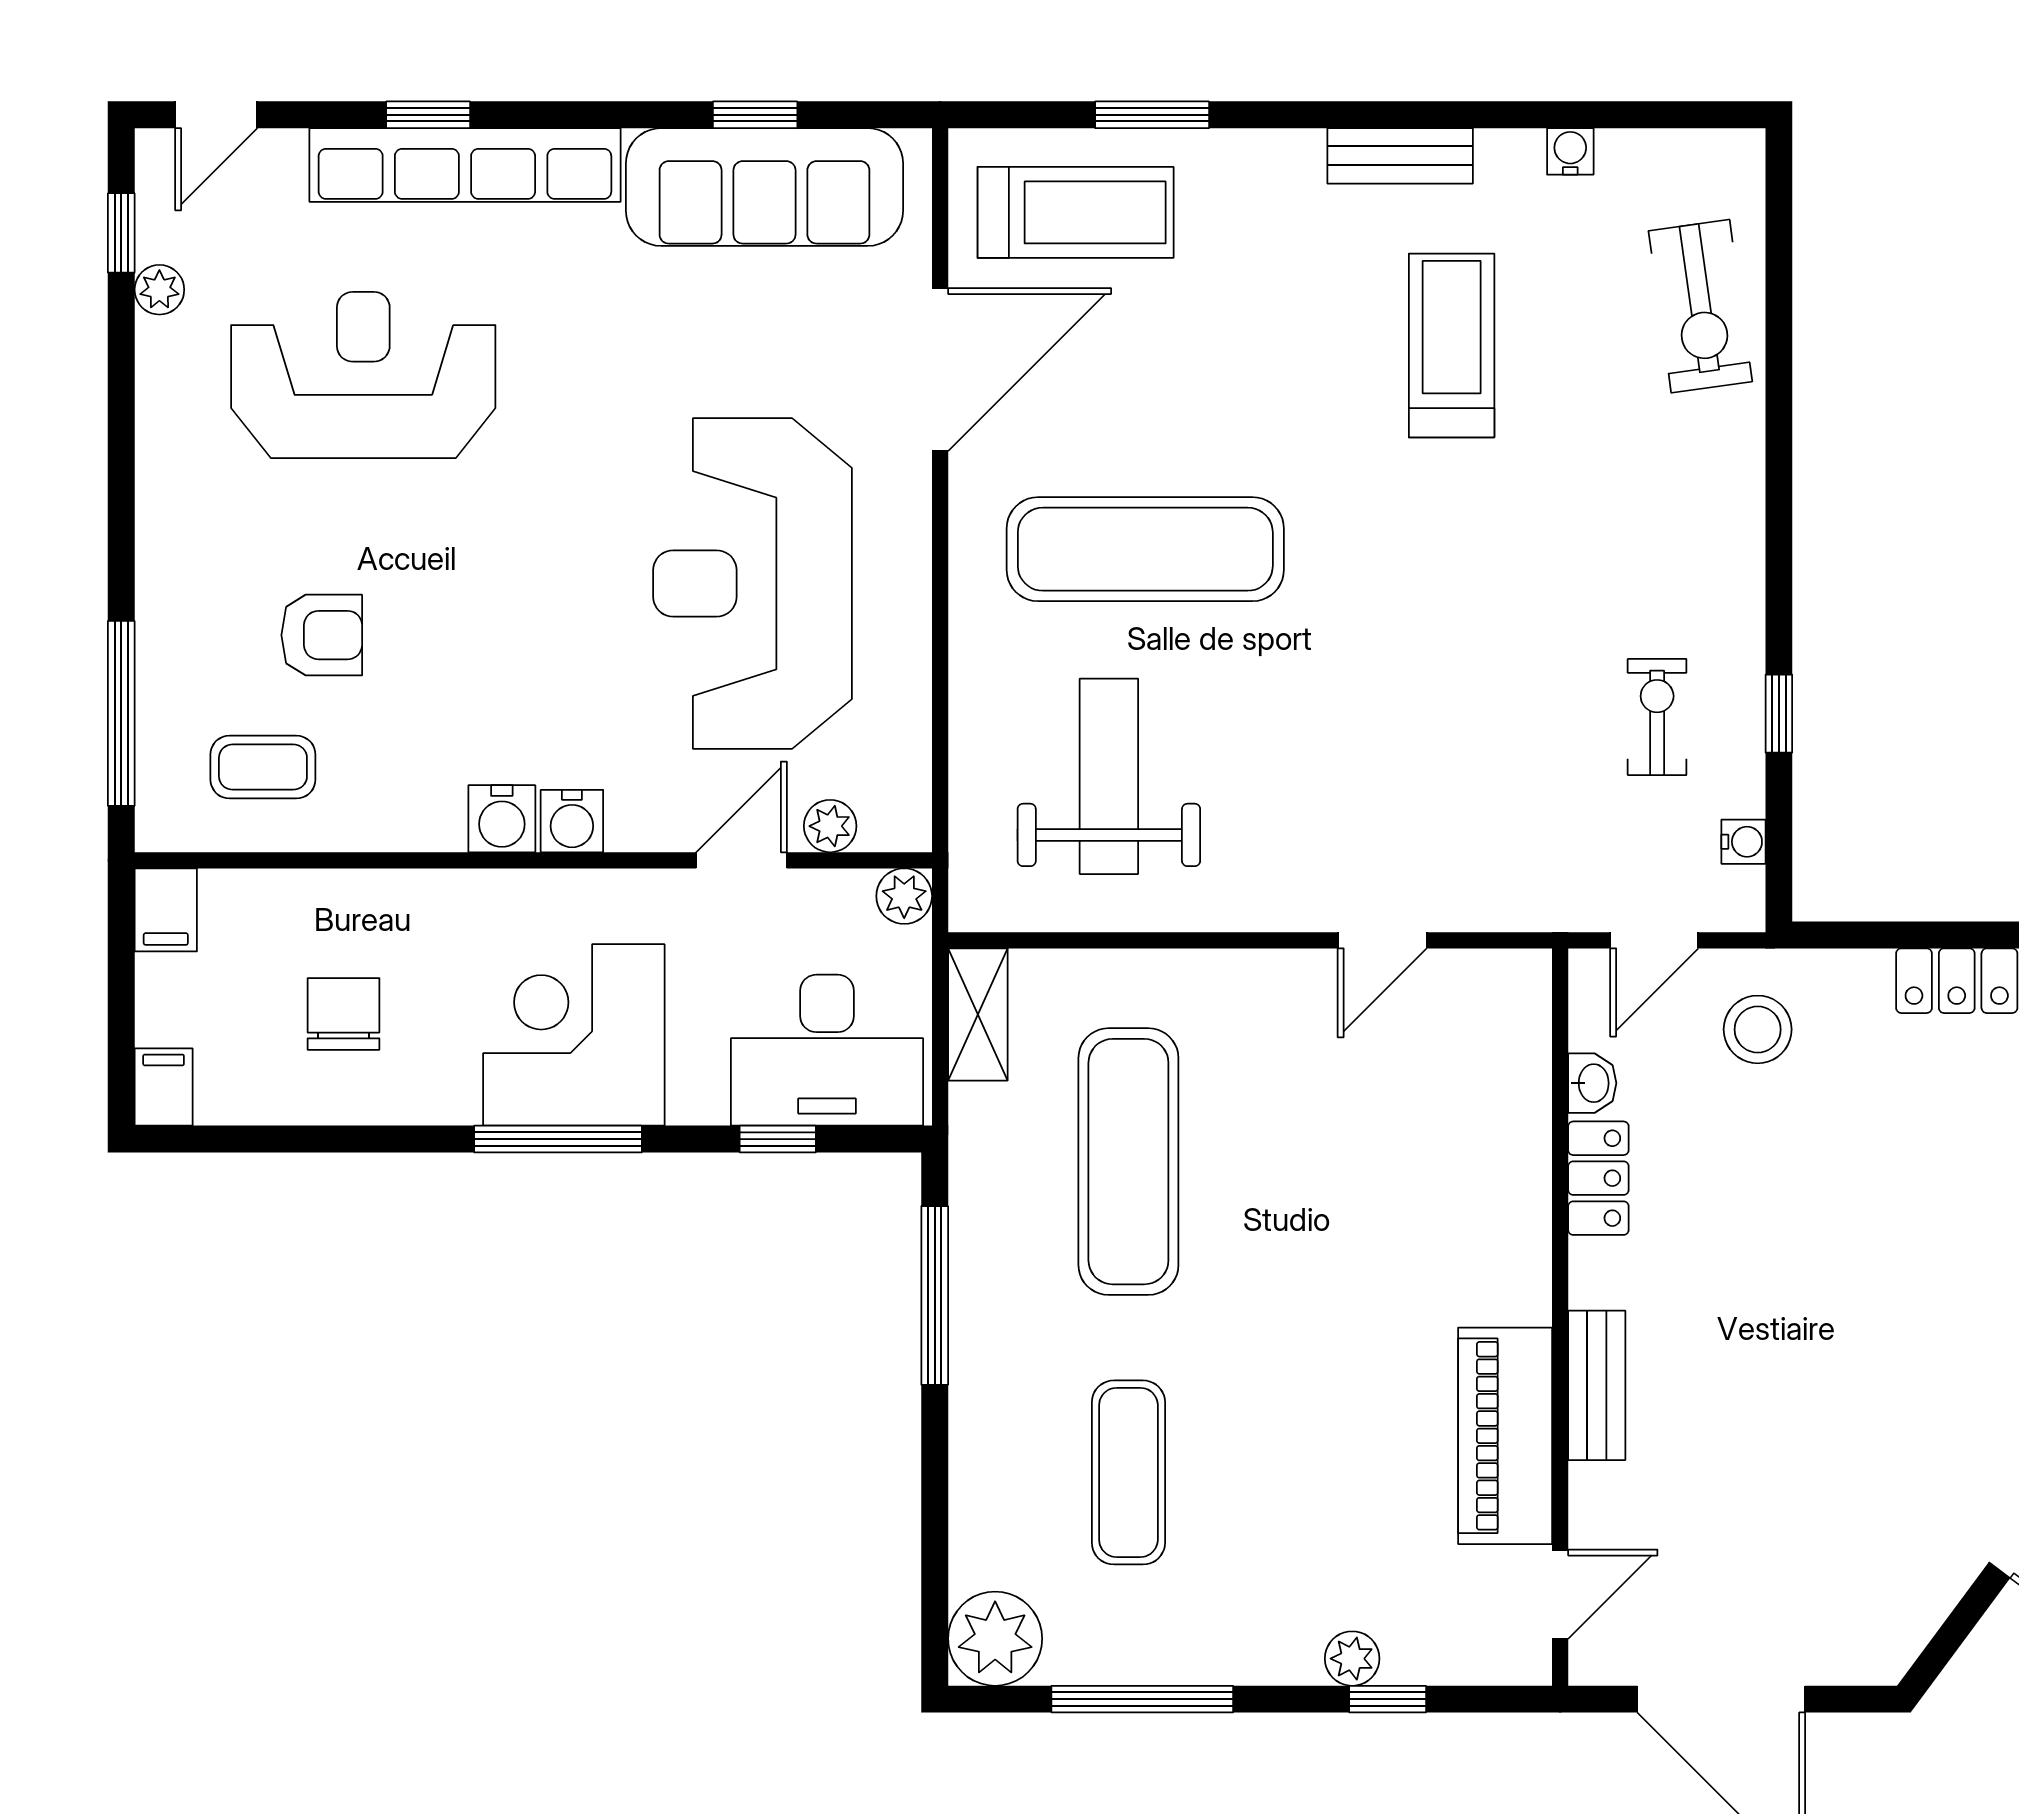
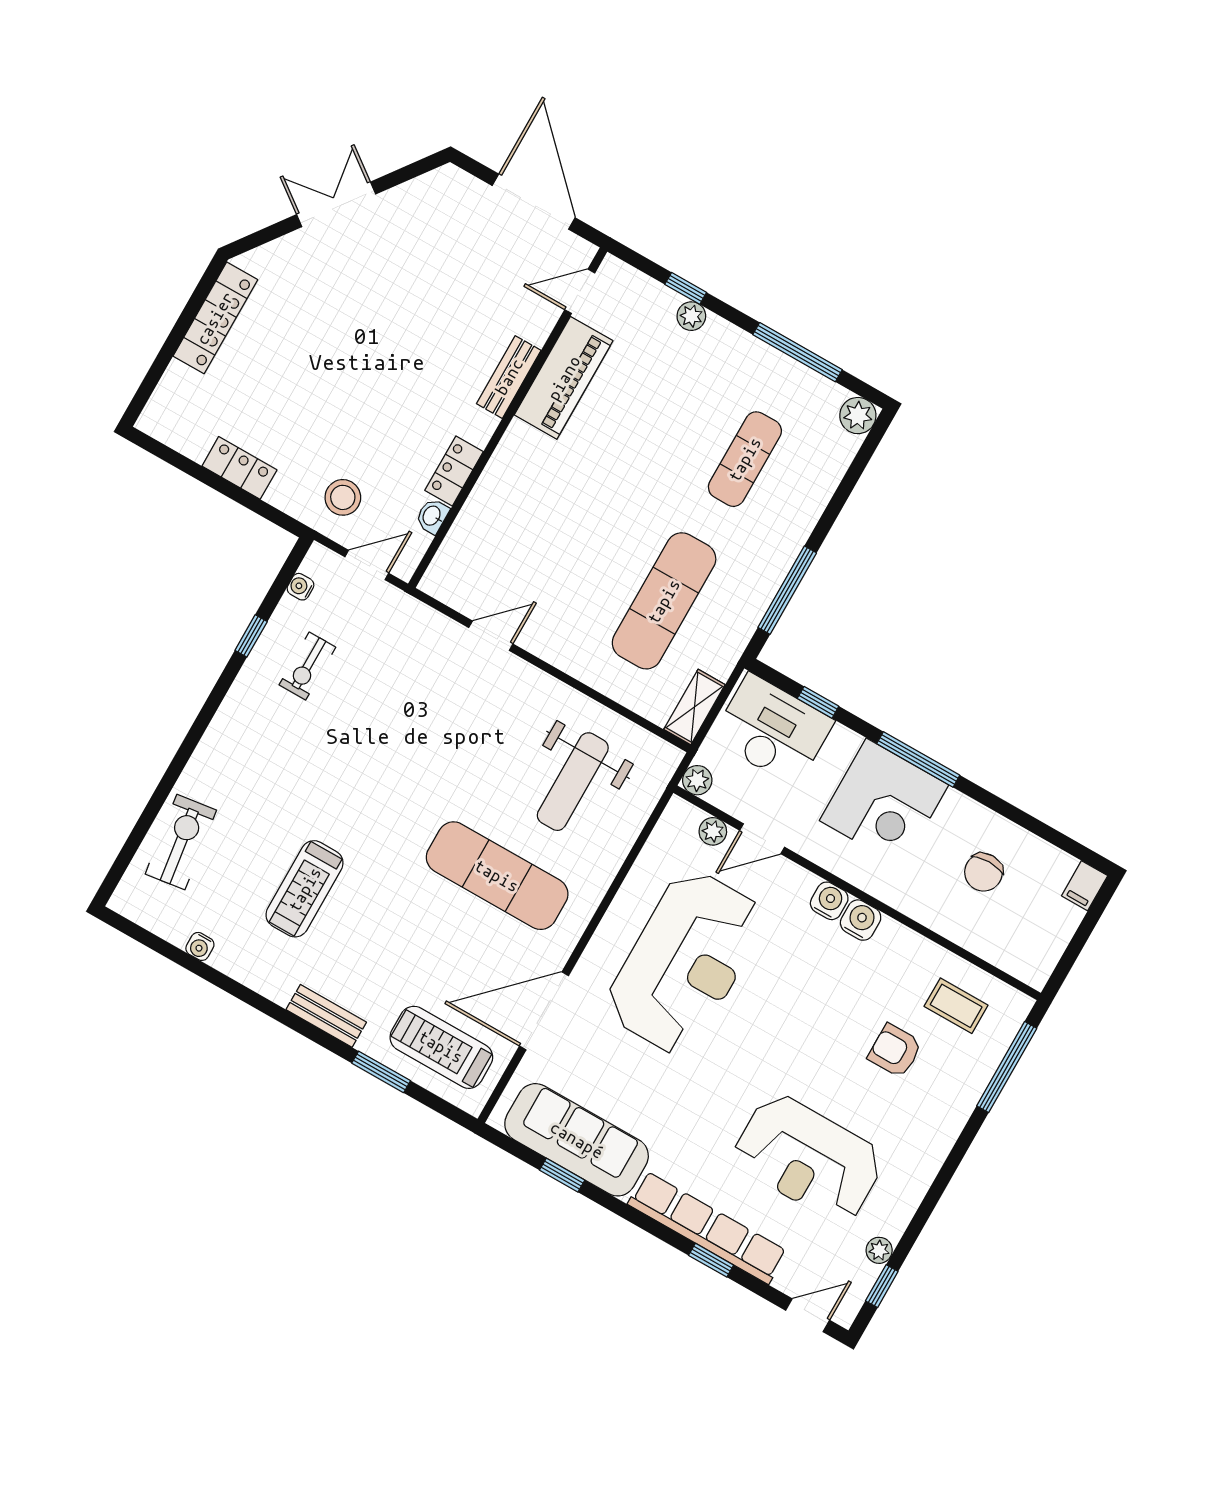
bench: (1400, 156) -> (326, 1016), moved
filing cabinet: (166, 910) -> (1038, 966), removed
plant: (995, 1639) -> (858, 416), width x0.73, depth x0.73

